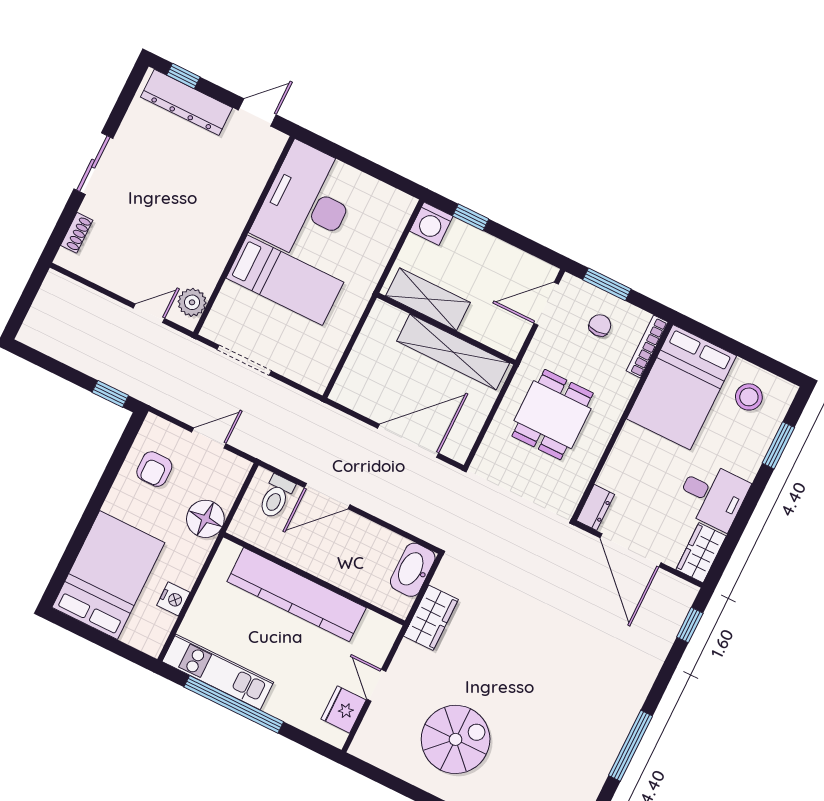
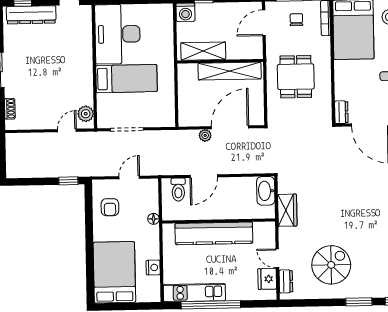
plant: (362, 433) -> (205, 135), added
floor lamp: (205, 519) -> (153, 219), width x0.53, depth x0.53
dresser: (371, 729) -> (286, 281), added

